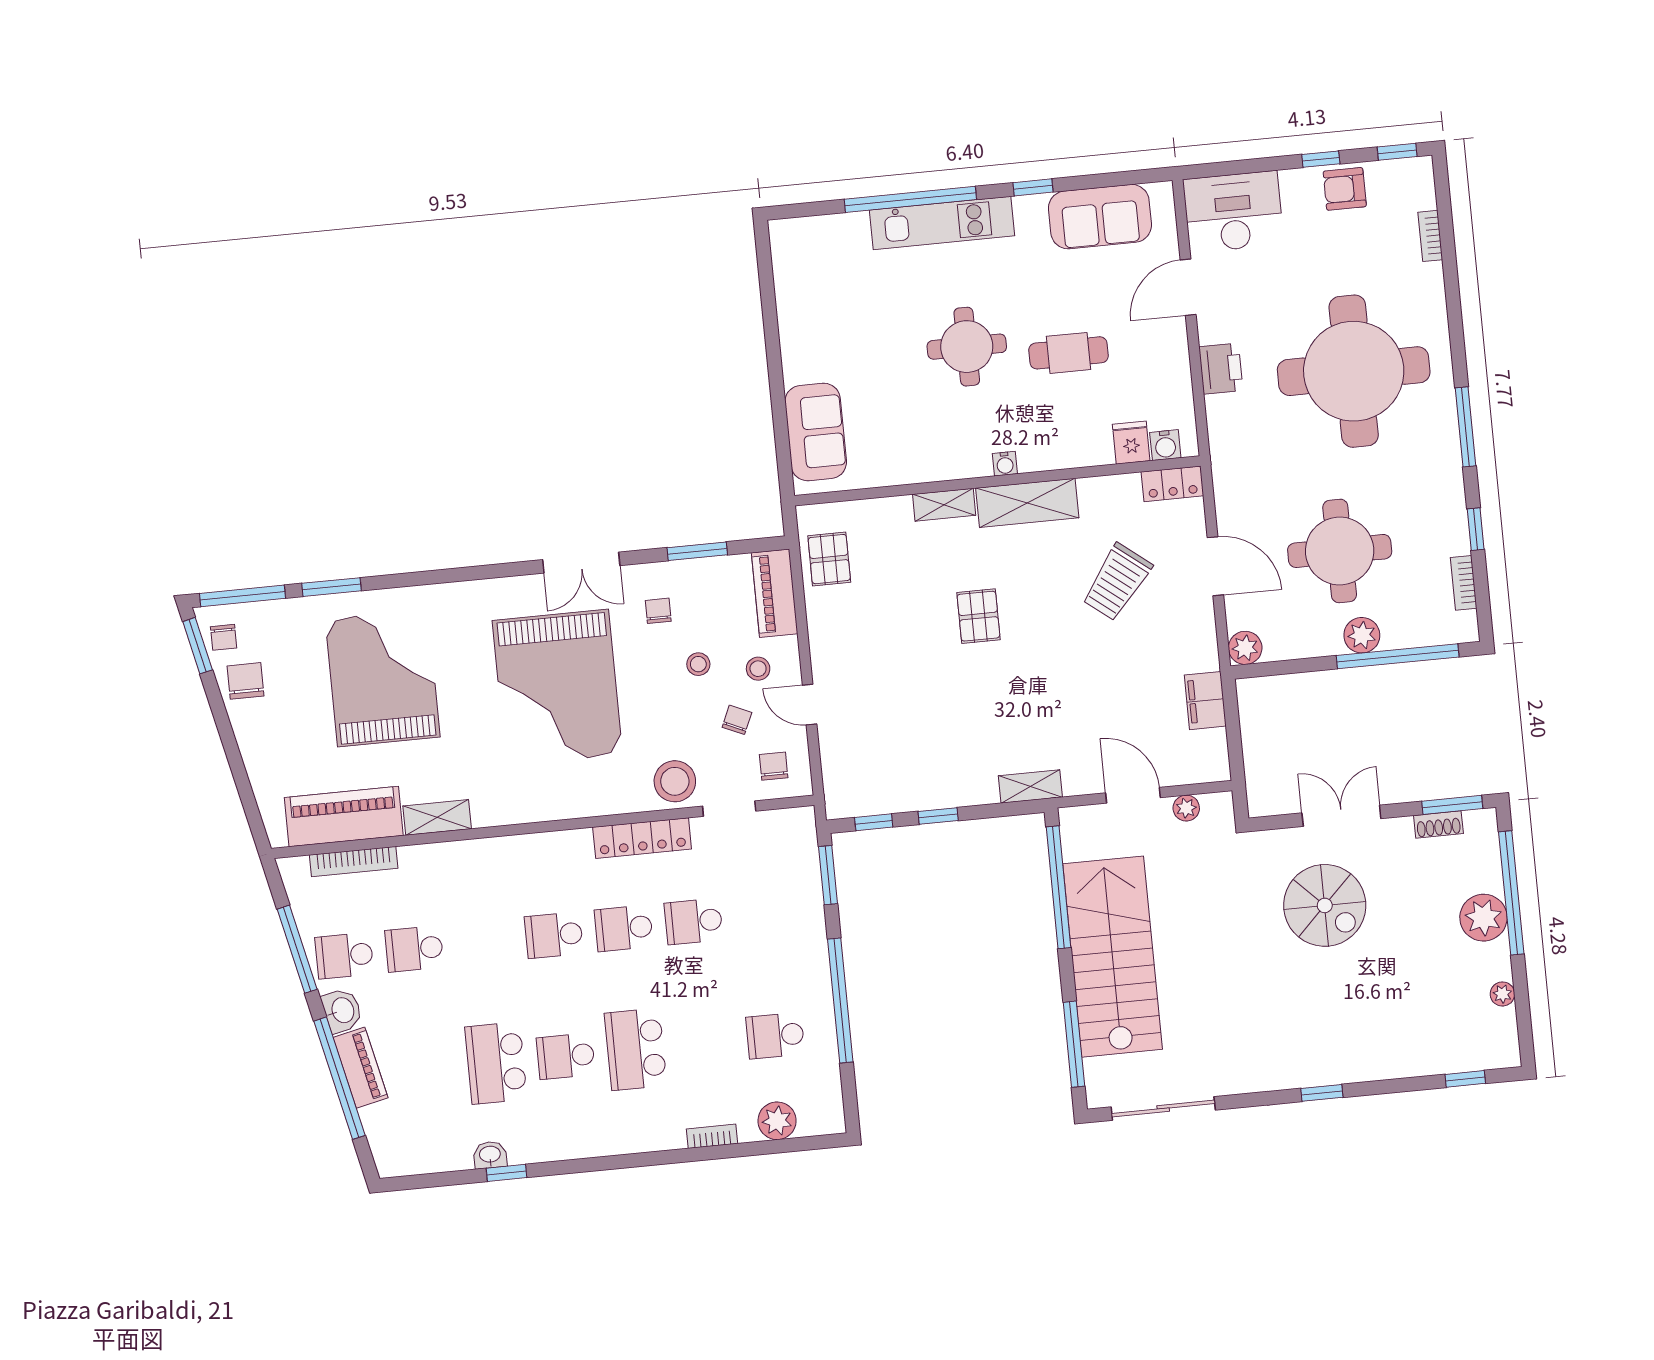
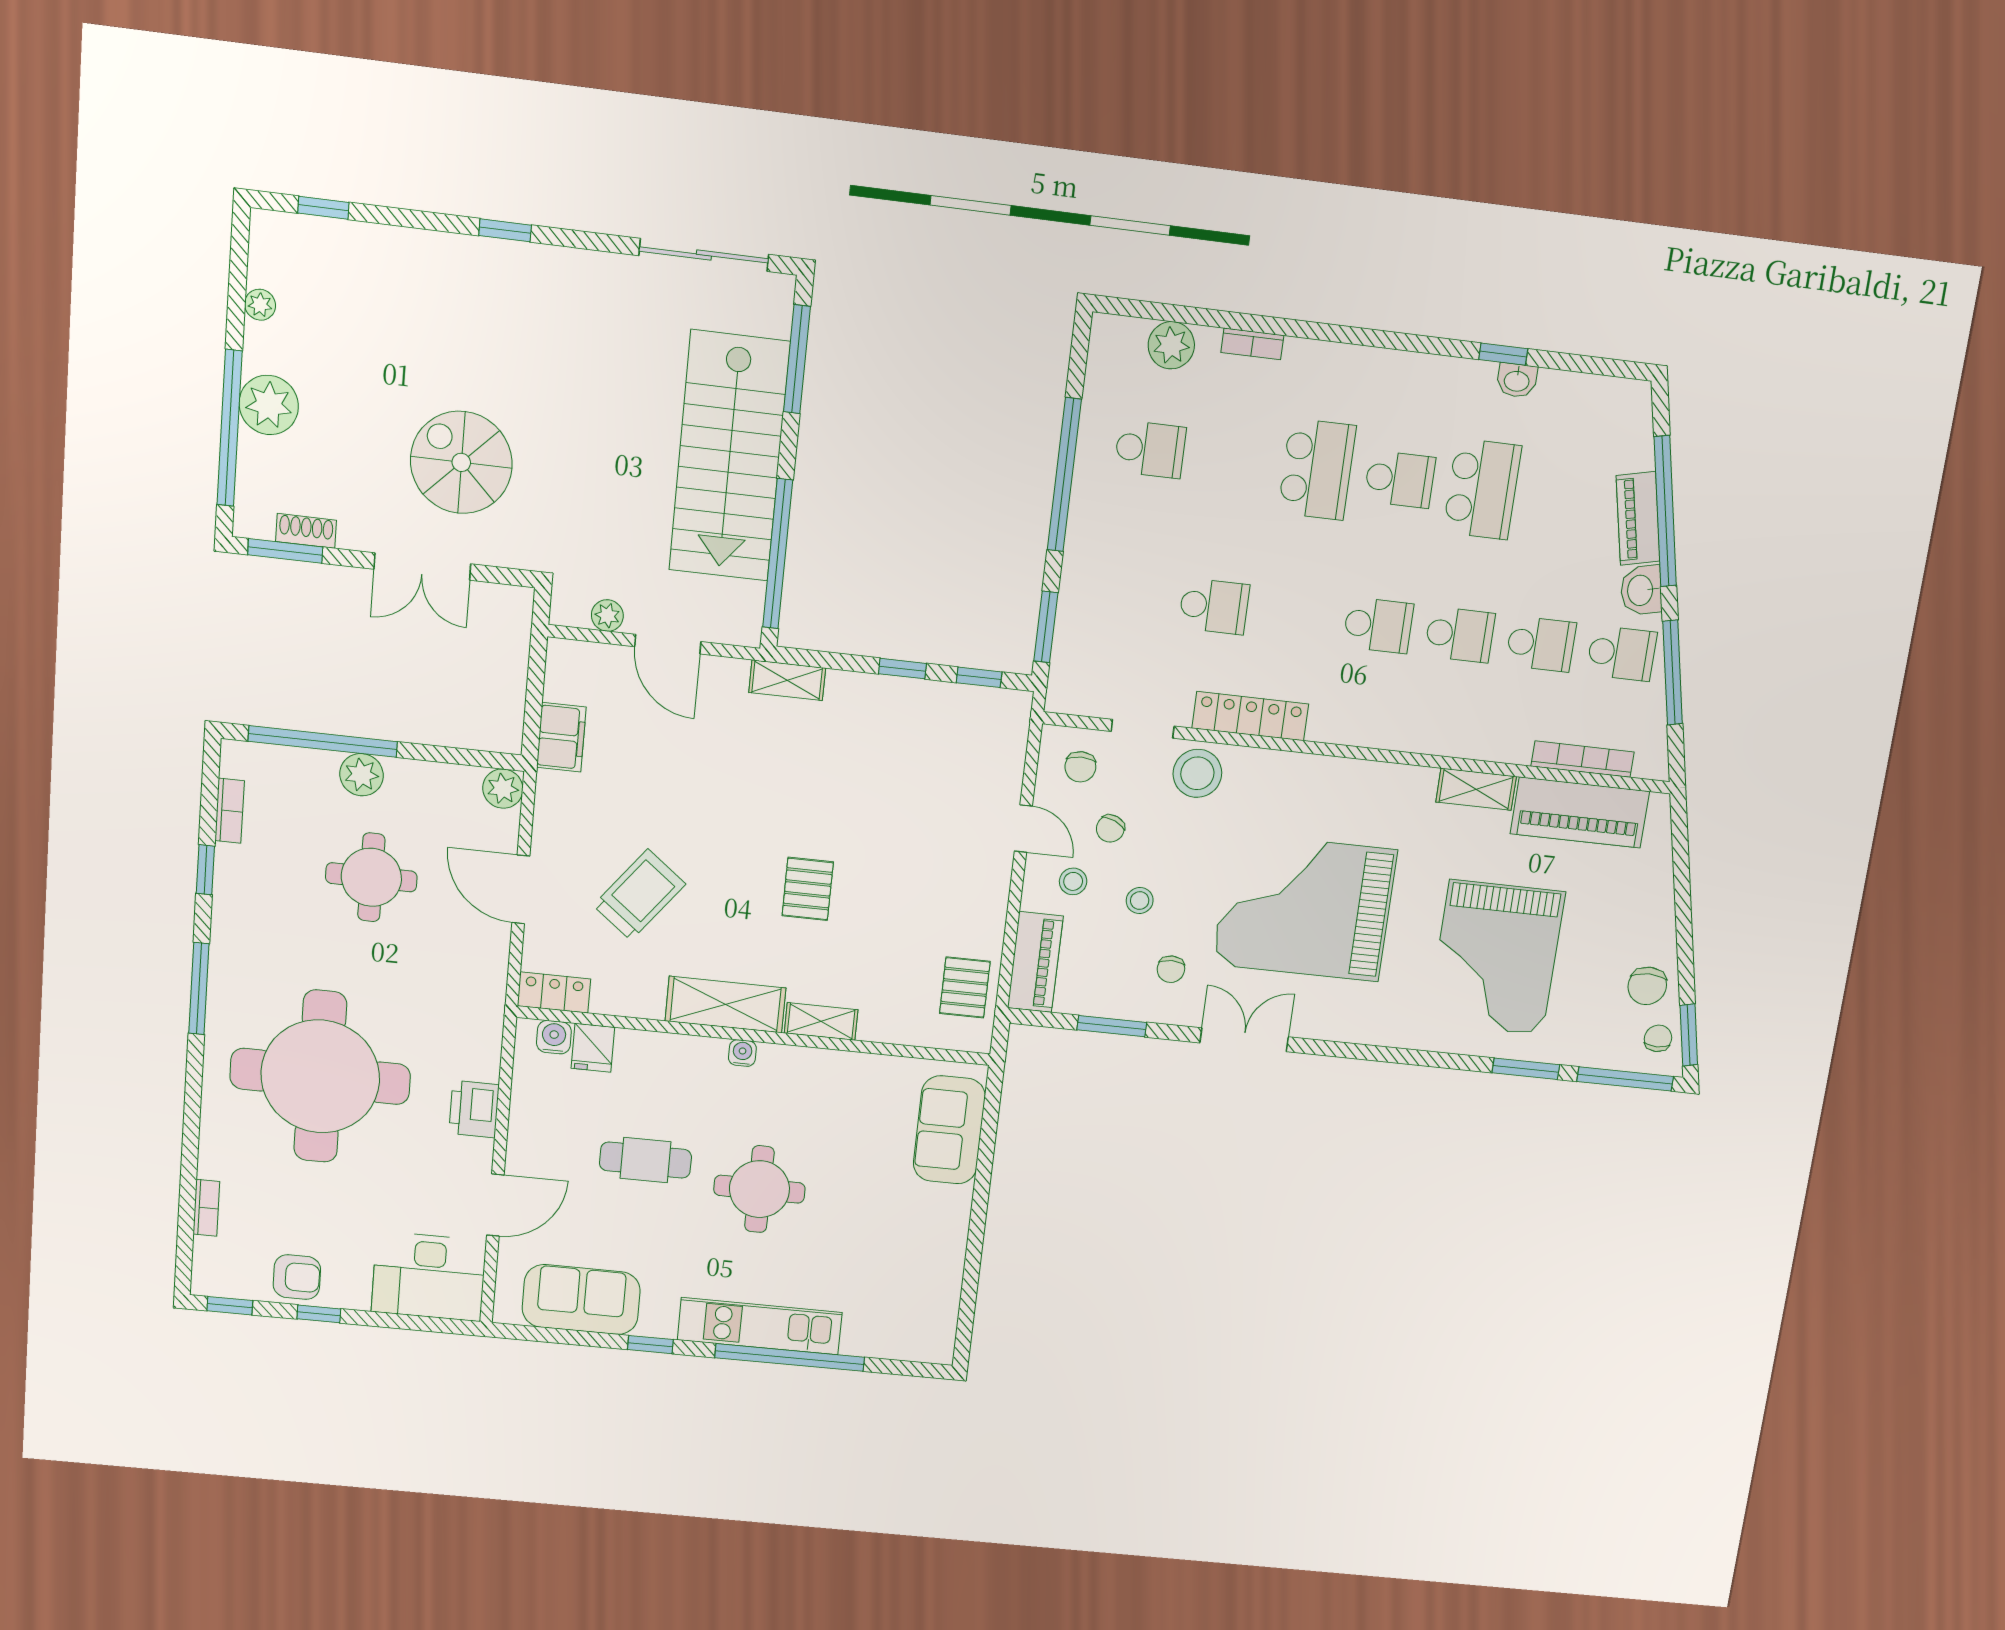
round table: (1340, 551) -> (371, 877), width x0.73, depth x0.73
grand piano: (557, 687) -> (1305, 907), turned -90
school desk: (624, 928) -> (1460, 635), moved

